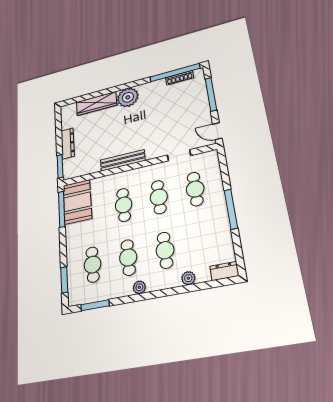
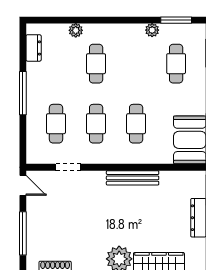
cafe table: (128, 257) -> (136, 64), removed
dresser: (224, 271) -> (34, 48), moved, turned -90
plant: (139, 287) -> (152, 30), moved

